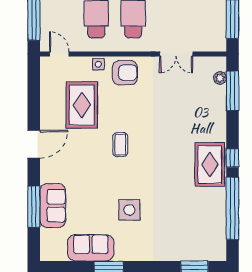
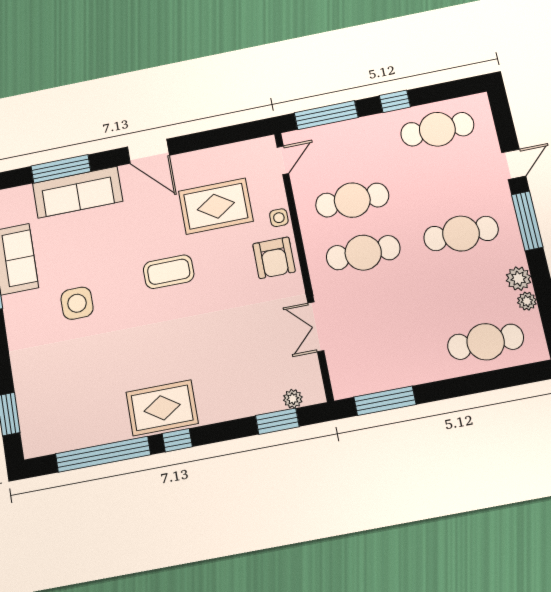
window: (232, 91) -> (277, 421), width x0.69
coffee table: (120, 145) -> (169, 272), width x1.36, depth x1.30
sofa: (53, 206) -> (78, 192), width x1.36

